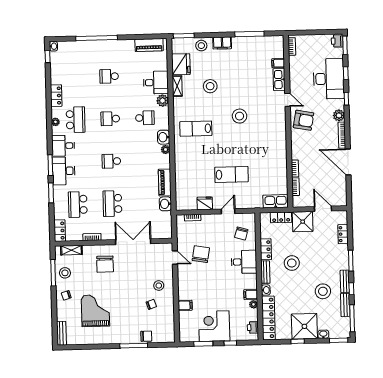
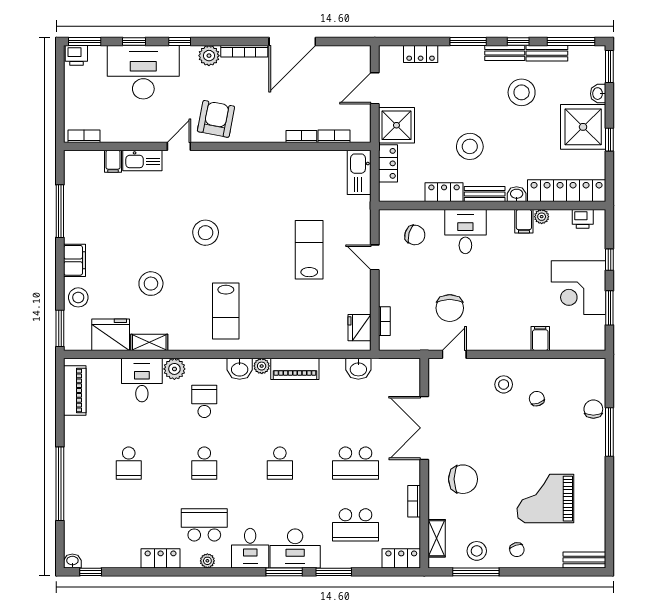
piano: (165, 182) -> (295, 369), moved
fridge: (205, 203) -> (359, 328), moved
chair: (201, 254) -> (450, 308), turned -100

